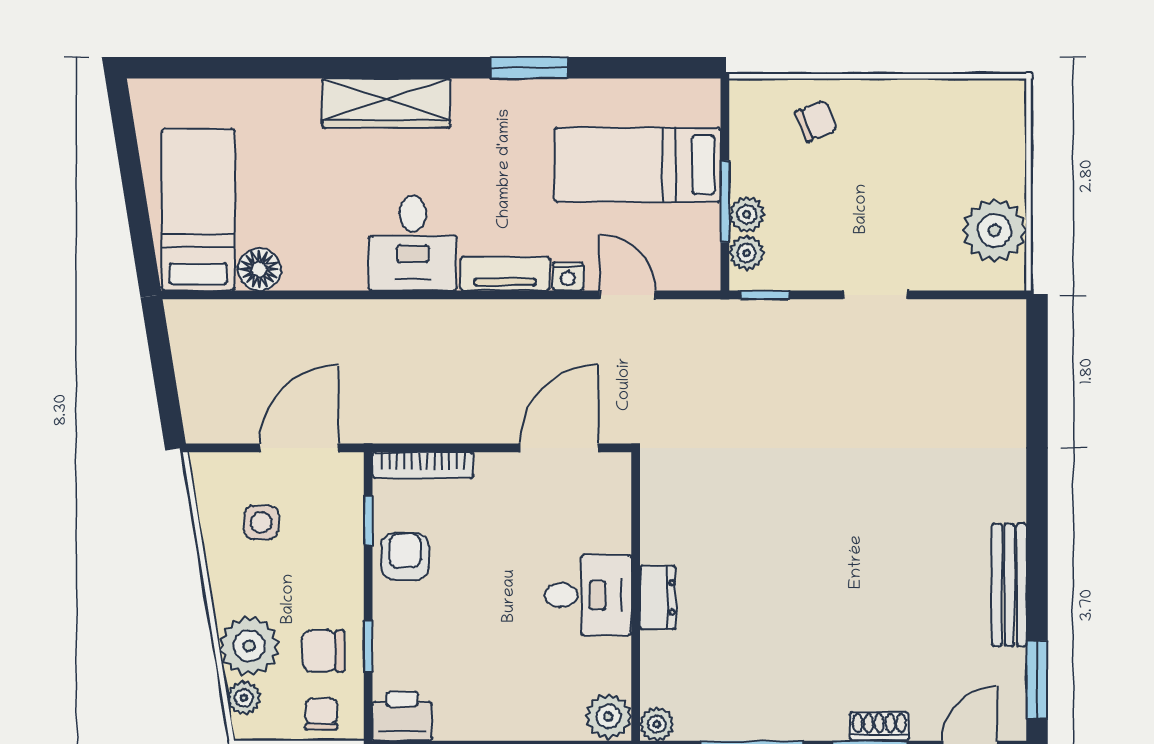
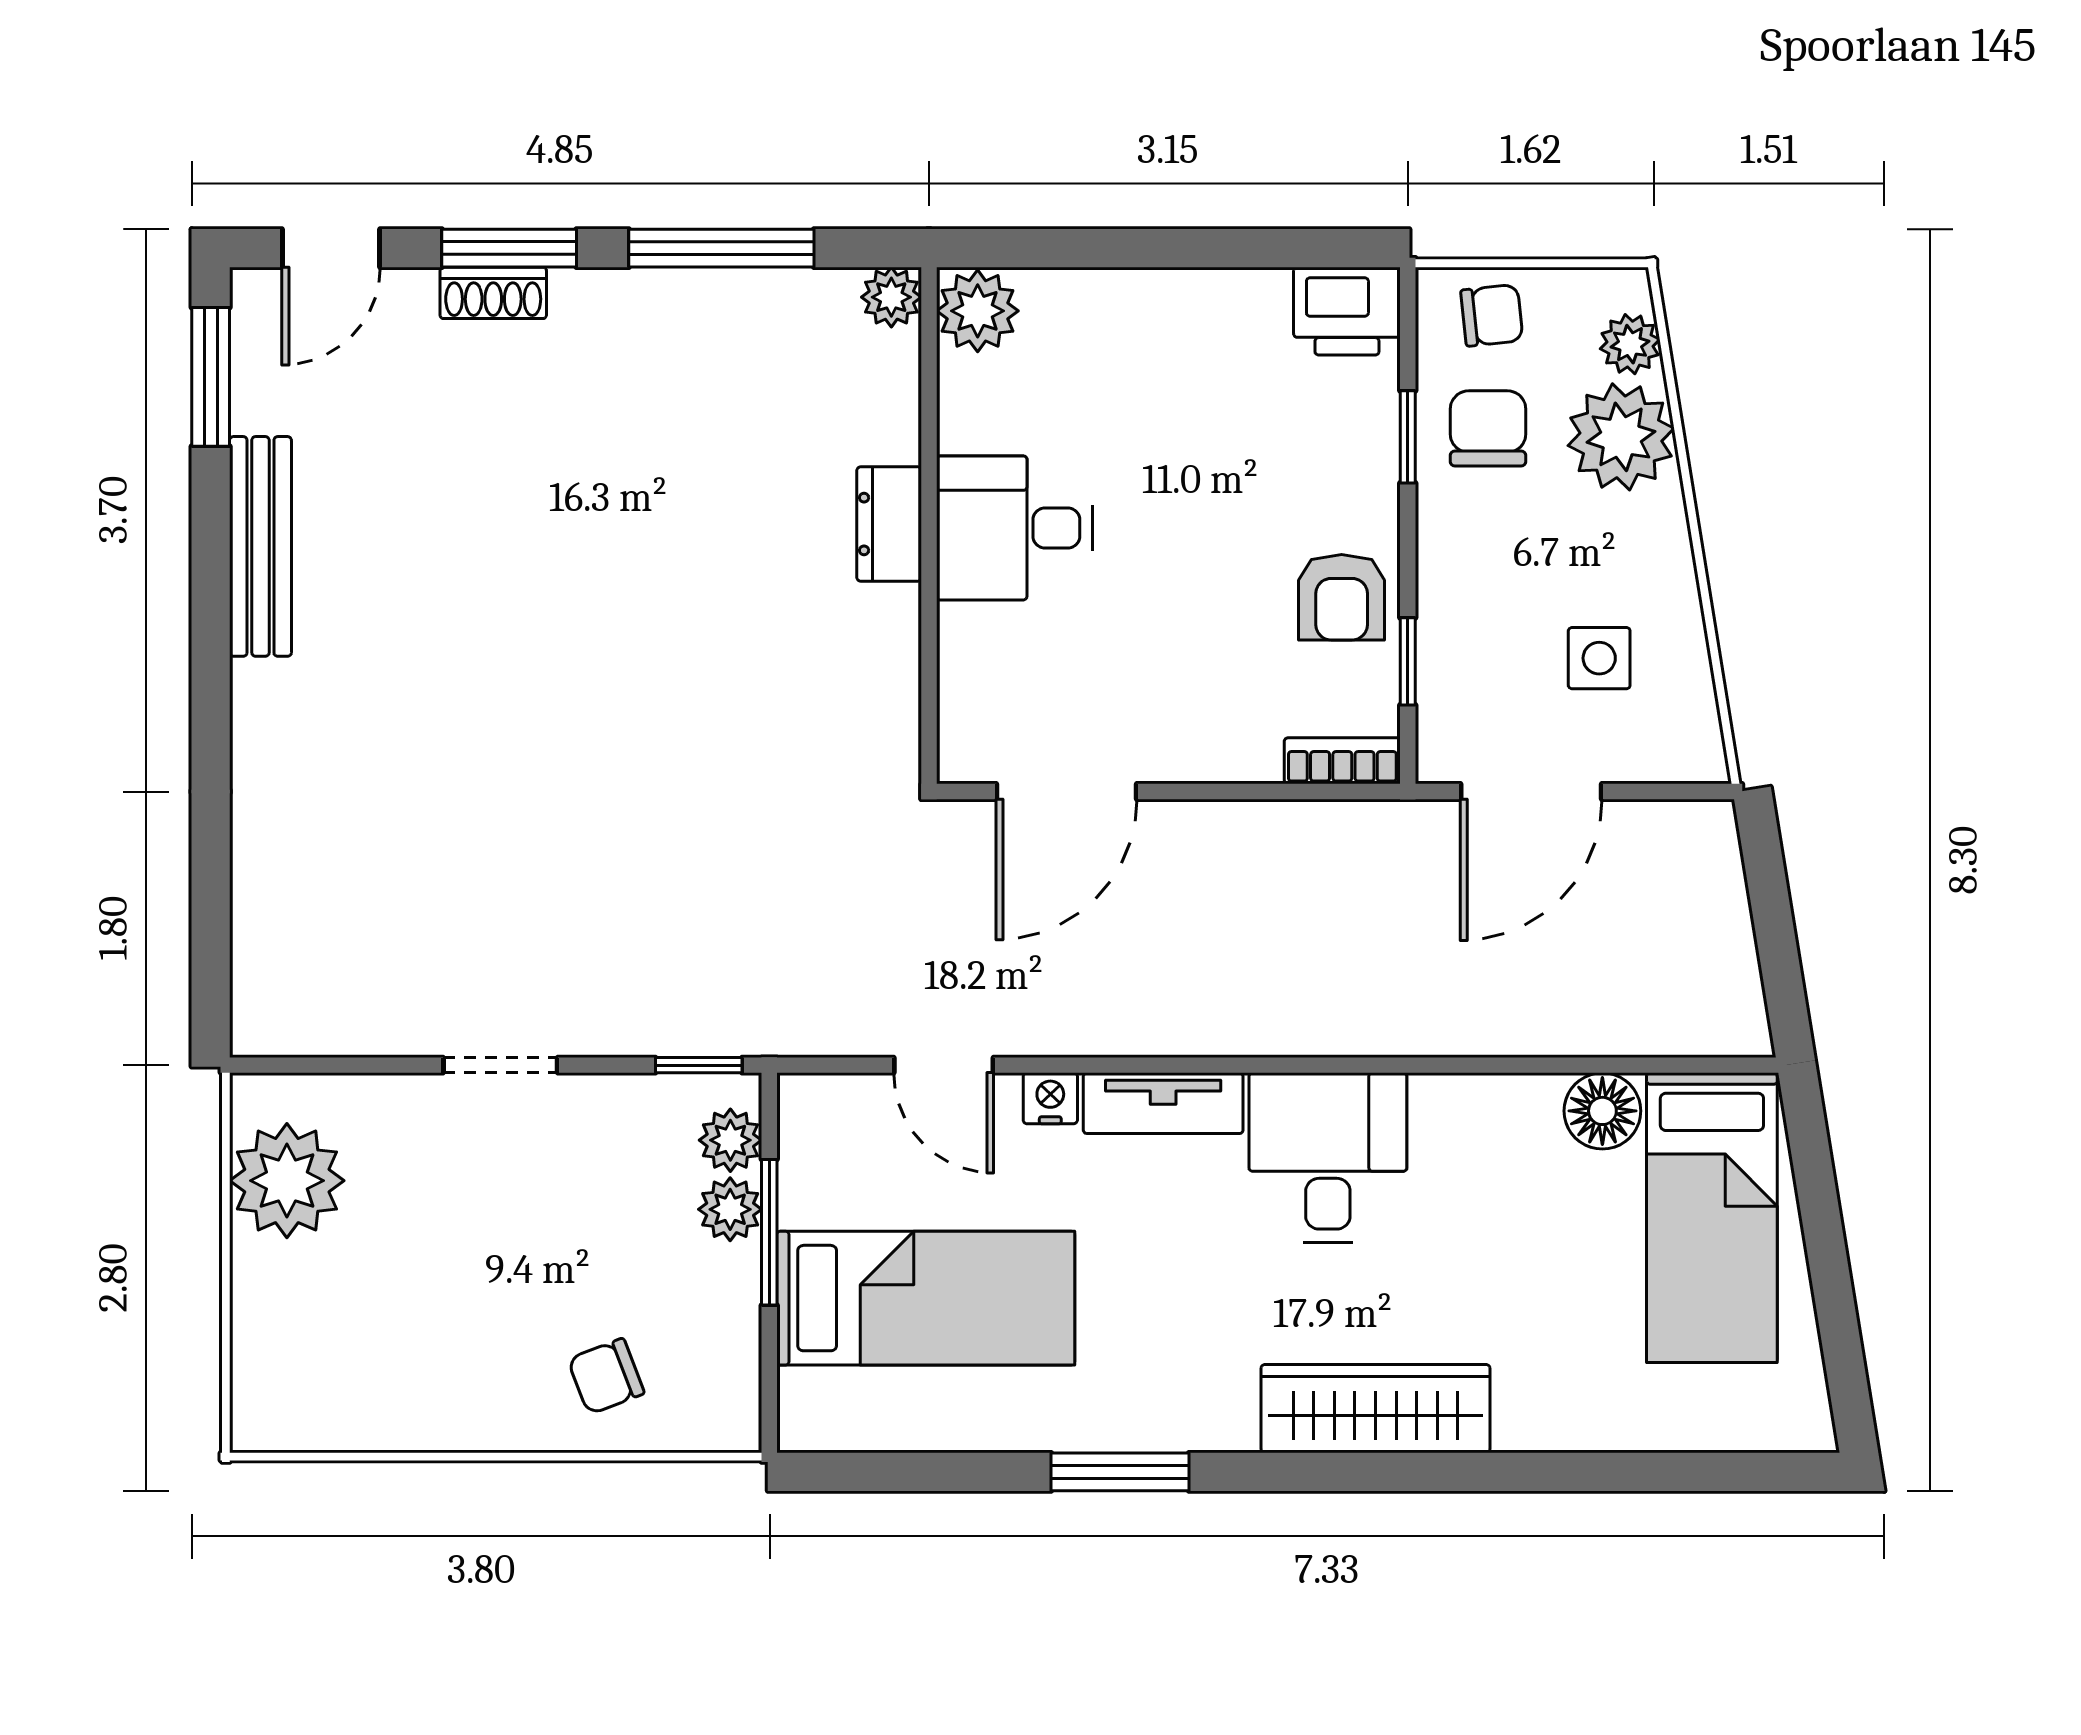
bookcase: (423, 465) -> (1342, 761), width x0.64
chair: (323, 651) -> (1488, 428), turned -90
chair: (321, 714) -> (1492, 315), turned -96

